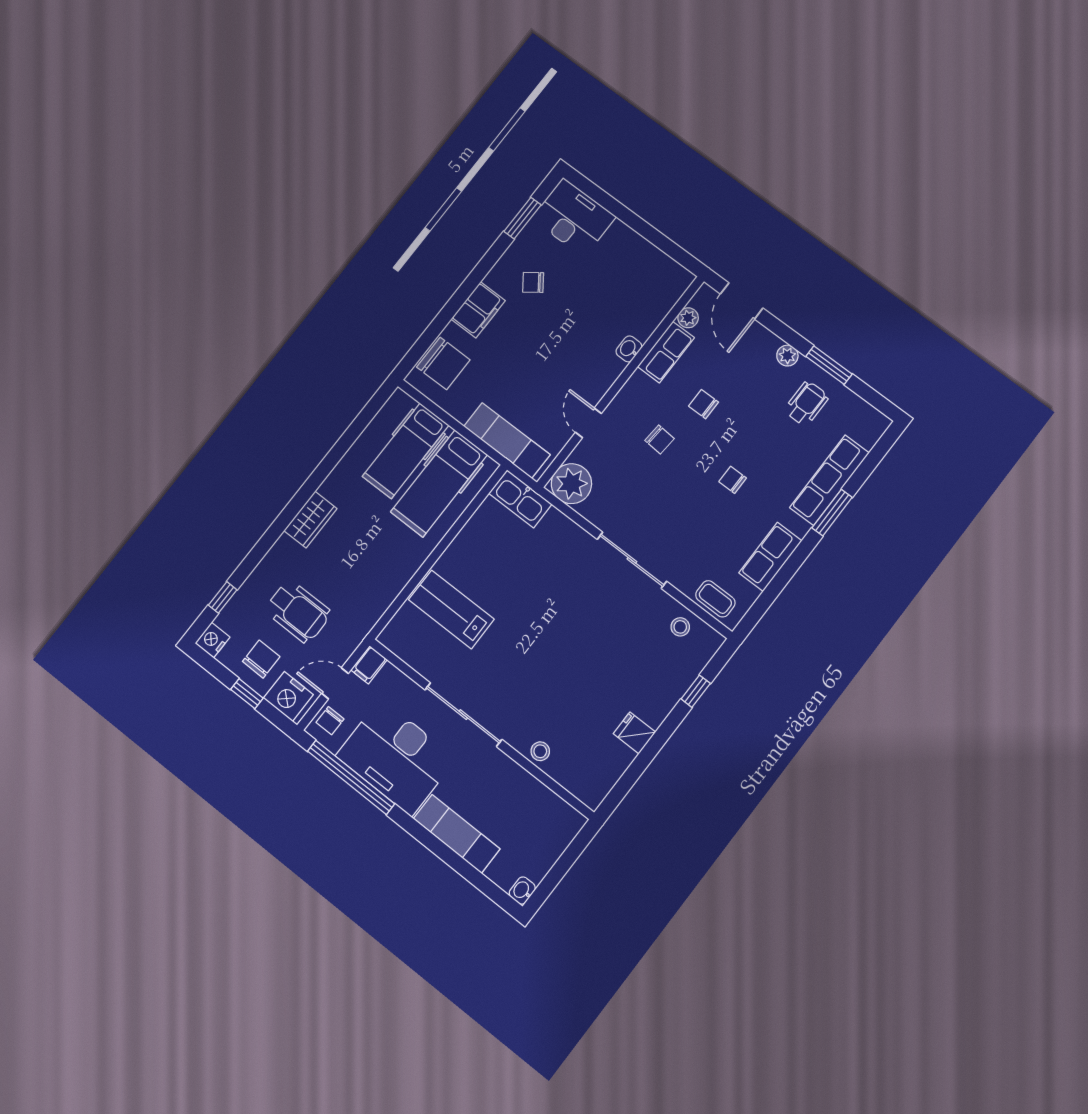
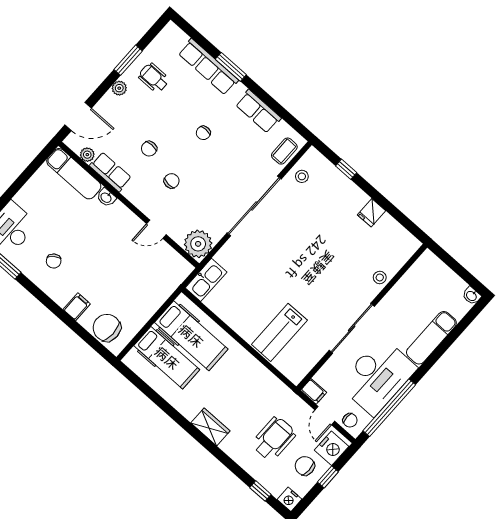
filing cabinet: (478, 310) -> (77, 307), width x0.50
chair: (443, 363) -> (107, 328), turned -90
exam couch: (507, 440) -> (74, 174), moved, turned -90
sliding door: (632, 560) -> (254, 206), width x1.36

